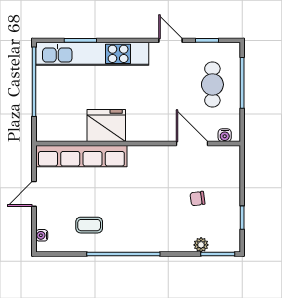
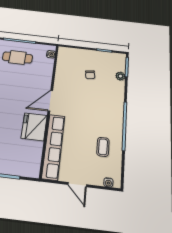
door: (192, 143) -> (50, 101), moved

